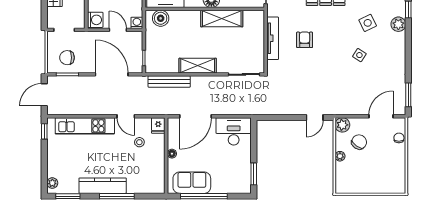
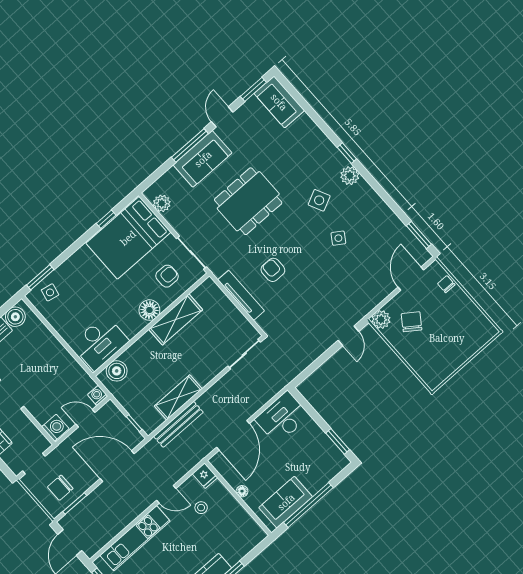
shelving: (198, 66) -> (178, 397), moved
plant: (340, 156) -> (405, 352), removed

